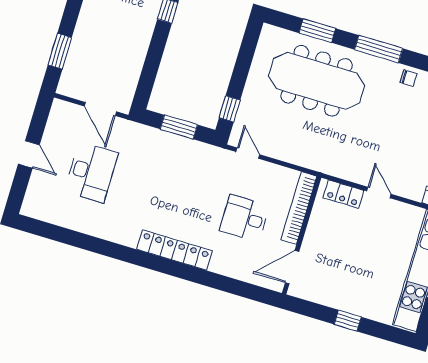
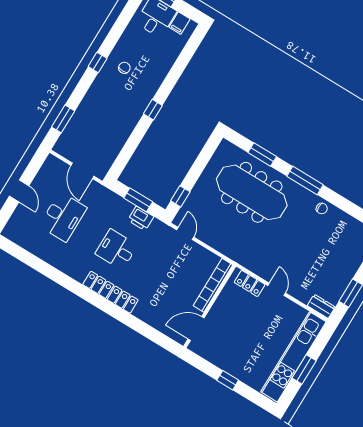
printer: (188, 149) -> (141, 218), added
desk: (244, 218) -> (116, 249), moved

